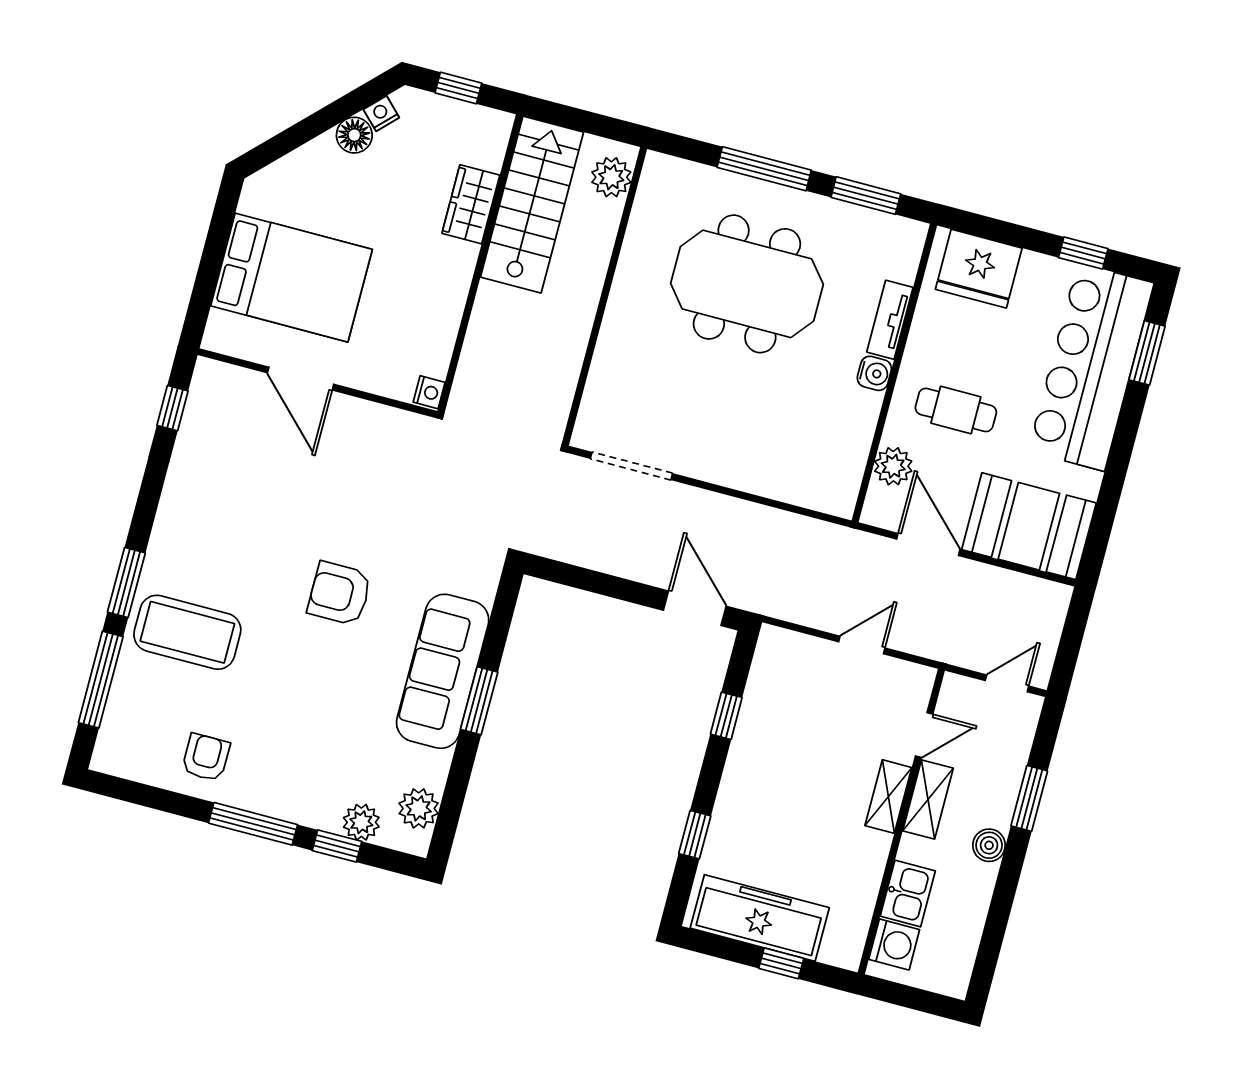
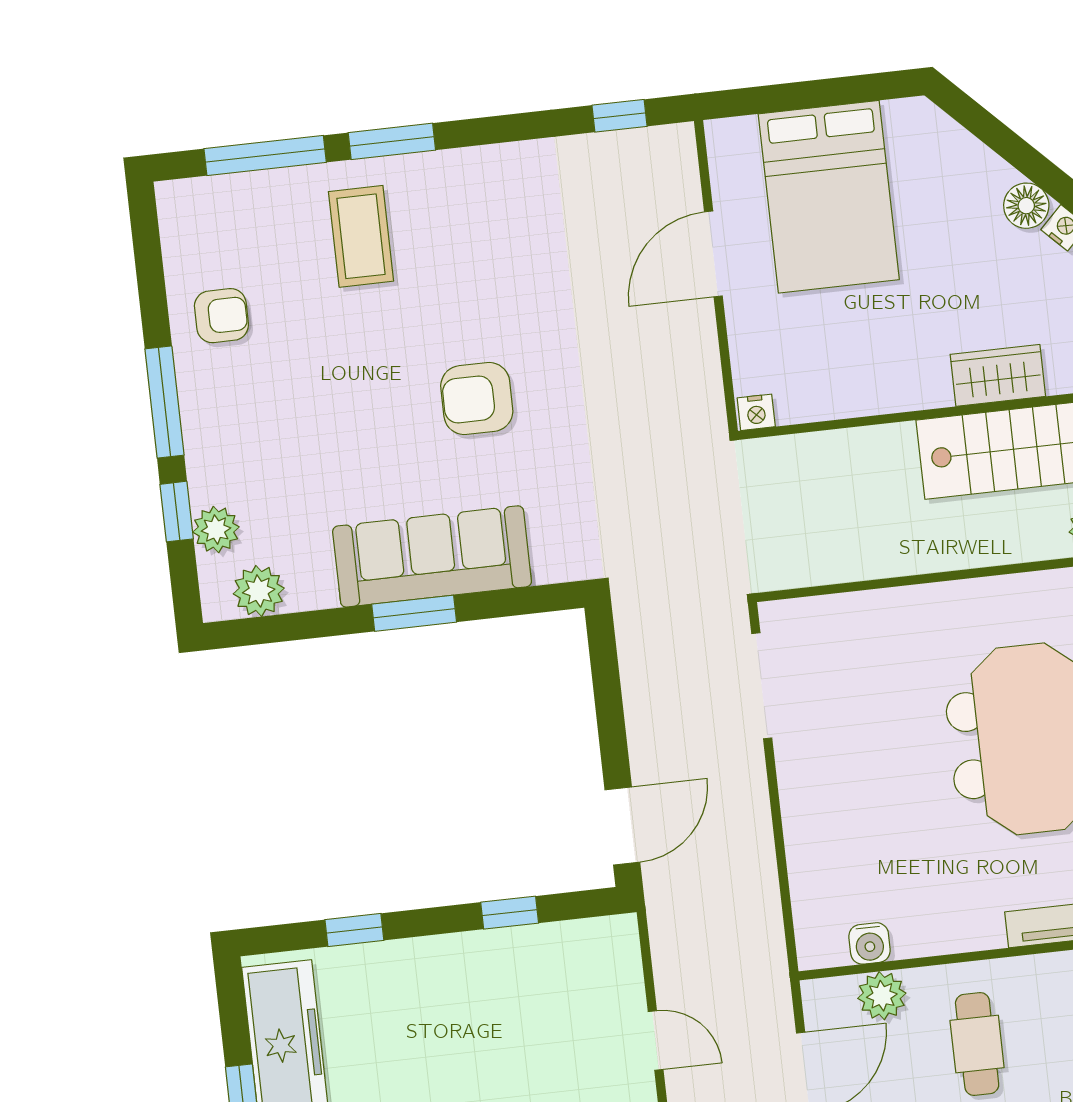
water cooler: (874, 373) -> (870, 943), moved
armchair: (339, 593) -> (477, 399), turned -90
coffee table: (187, 632) -> (361, 236), width x0.73, depth x0.76

